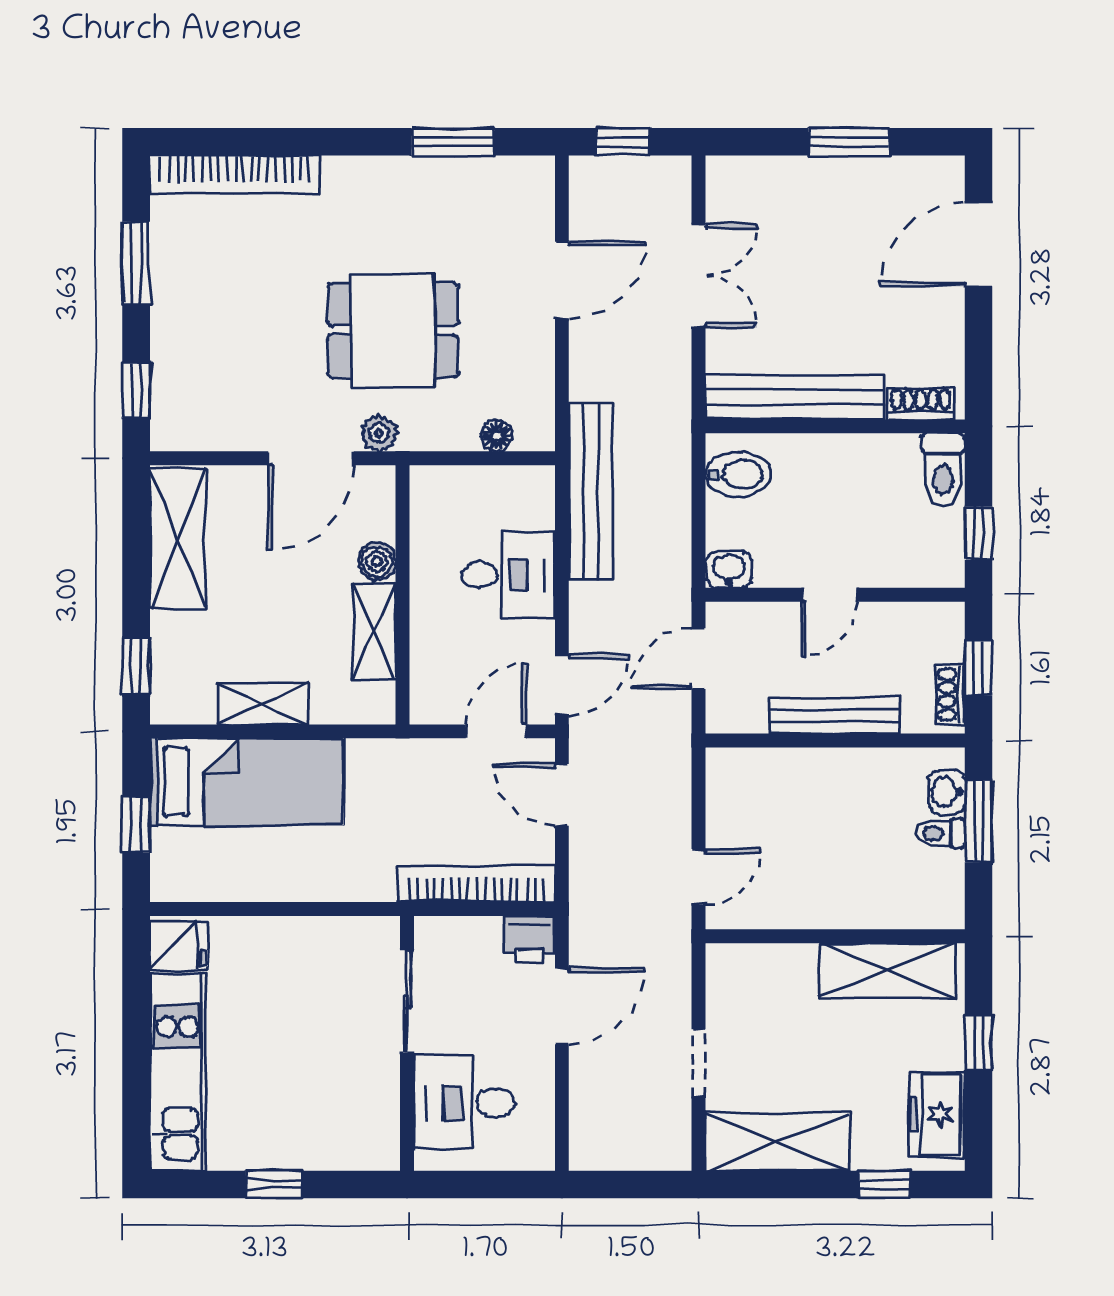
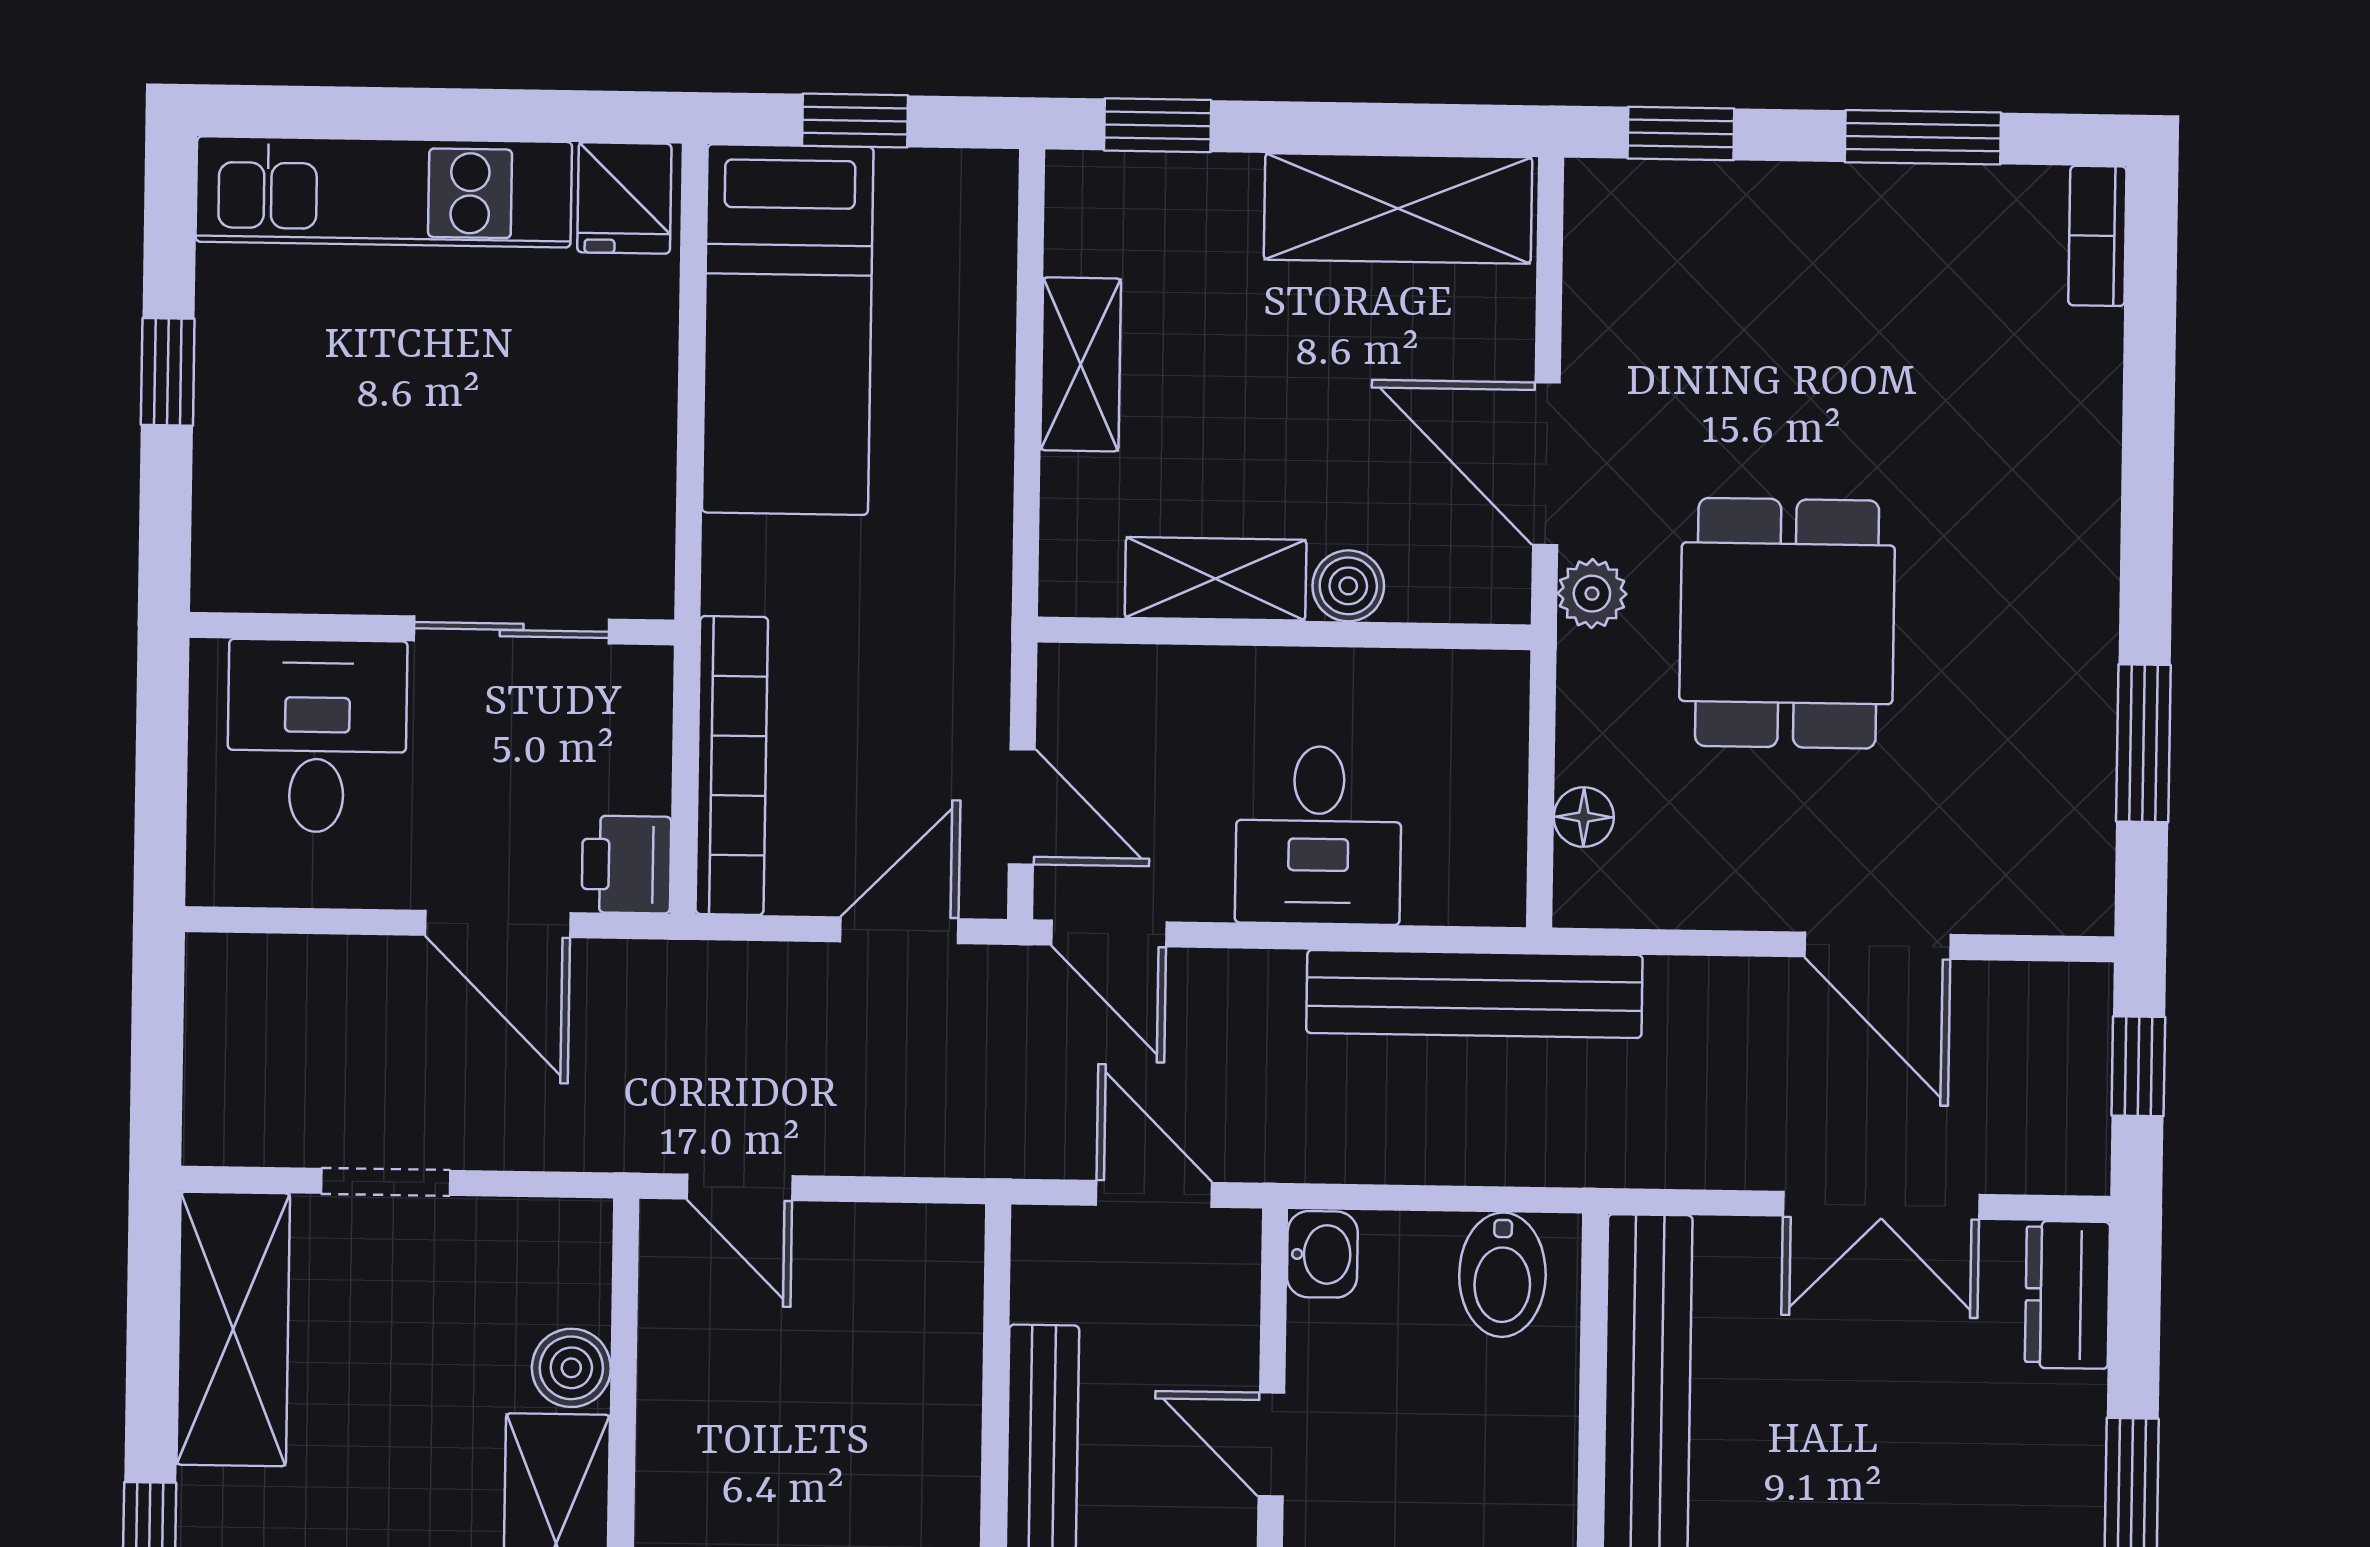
bookcase: (235, 175) -> (2097, 236), width x0.43, depth x0.76
dresser: (744, 177) -> (2067, 1295), added
bed: (247, 782) -> (788, 330), moved
boiler: (795, 964) -> (571, 1368), added

